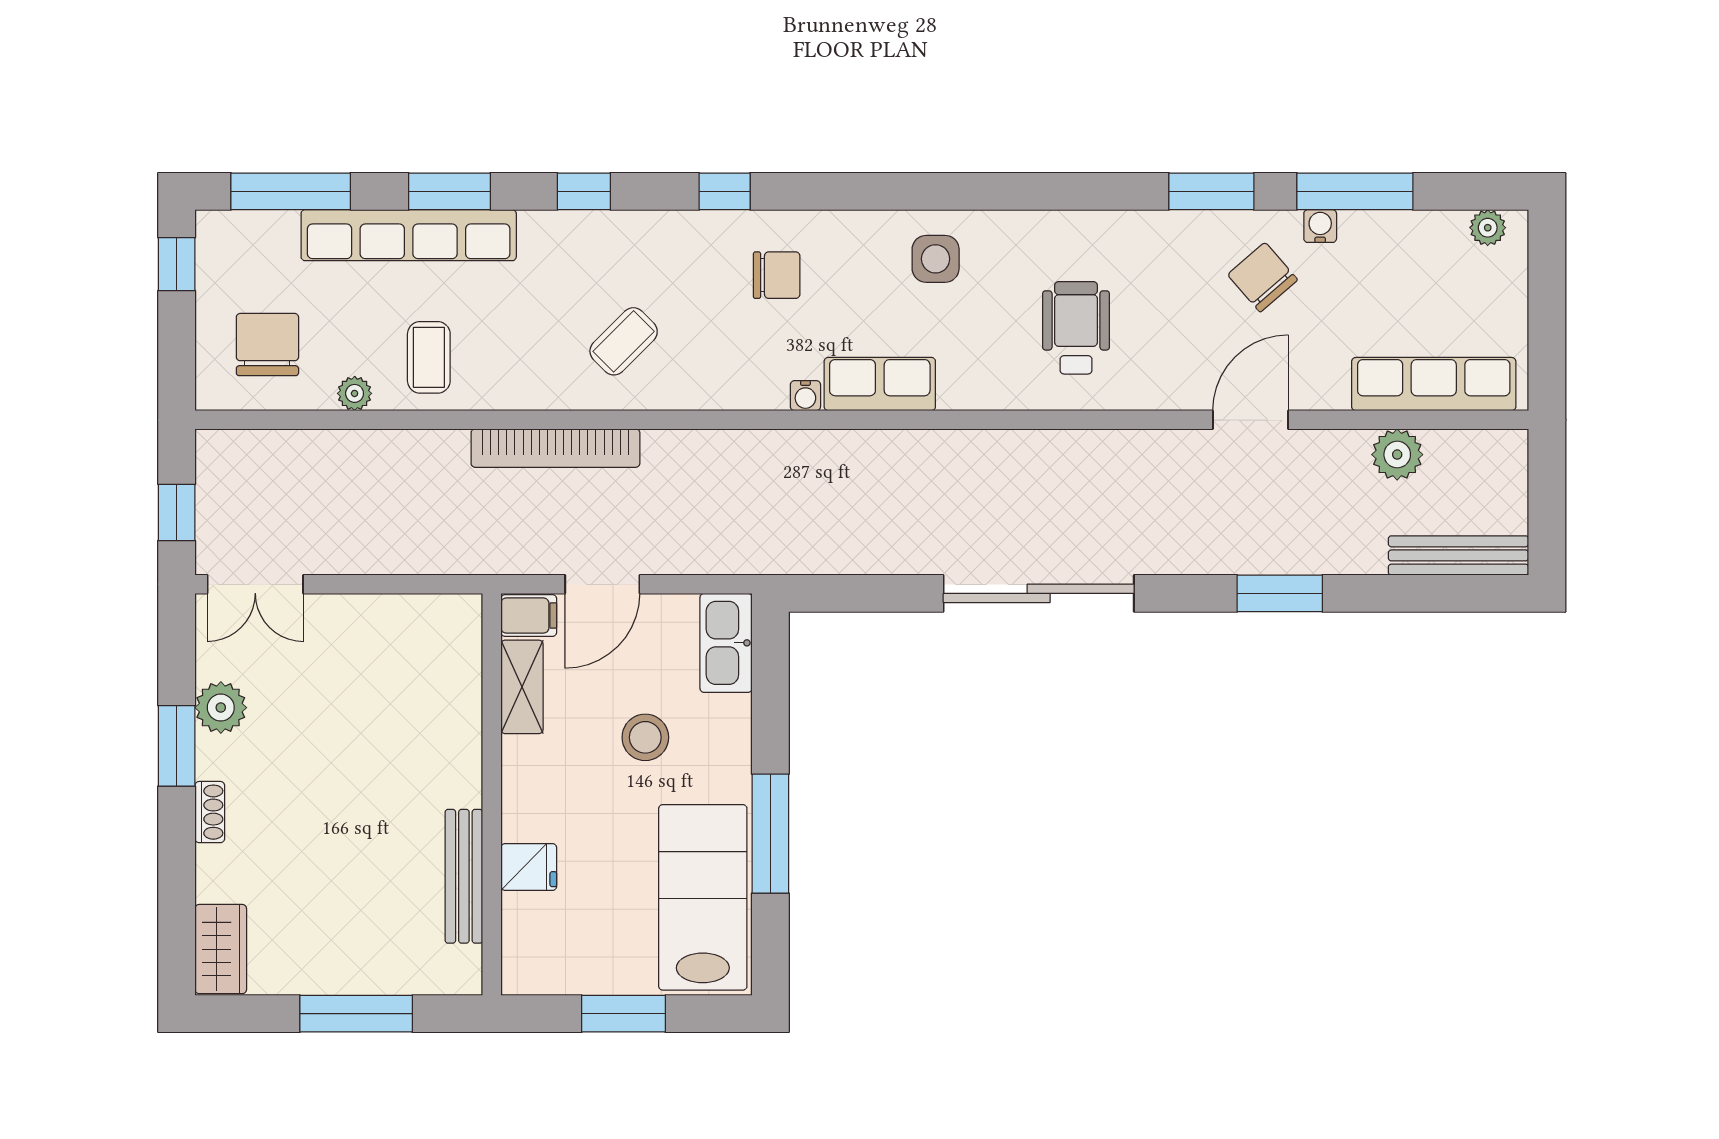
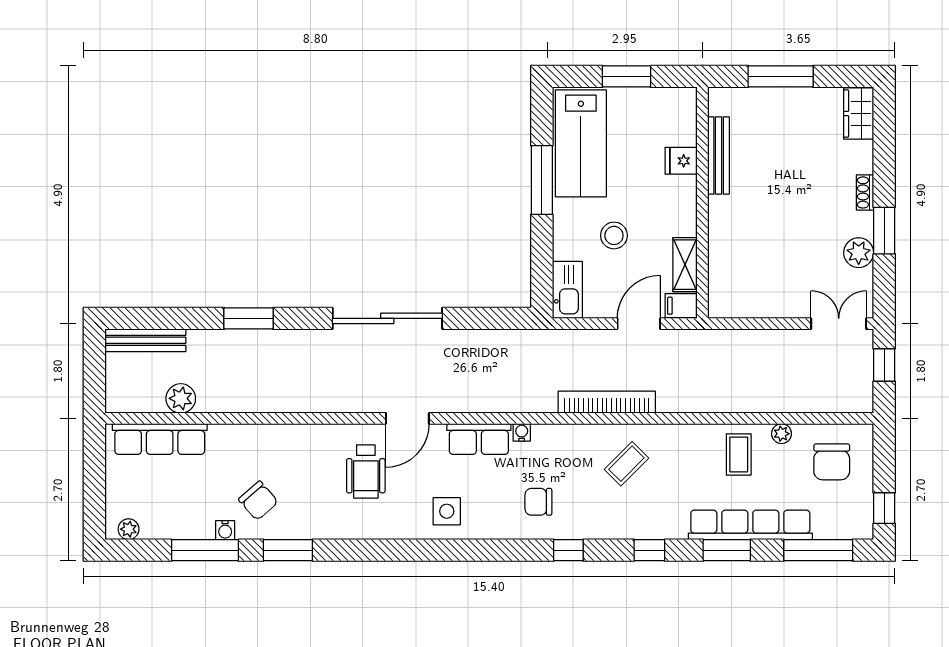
door: (1250, 420) -> (407, 418), moved
bookcase: (555, 448) -> (607, 402), moved

